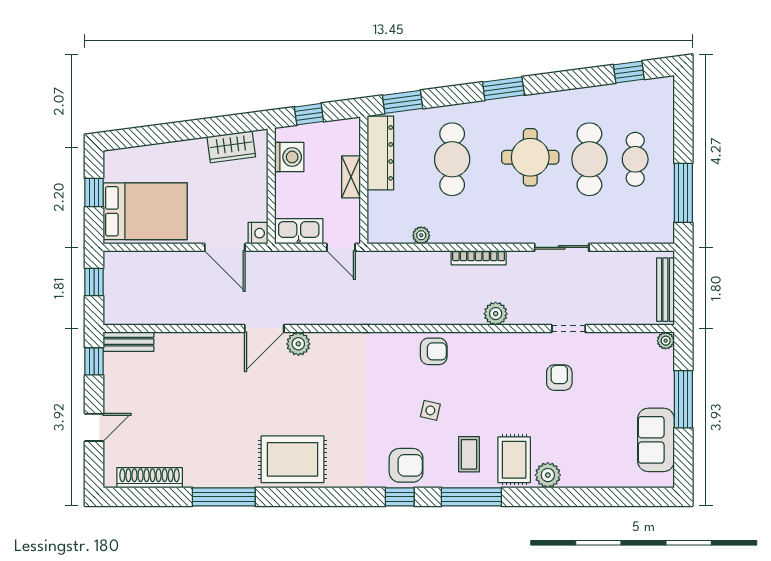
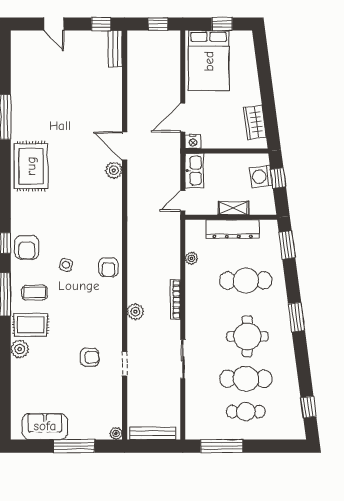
dresser: (380, 153) -> (233, 229), moved
washing machine: (289, 157) -> (261, 177), moved, turned 82
shoe rack: (150, 478) -> (18, 64), removed

